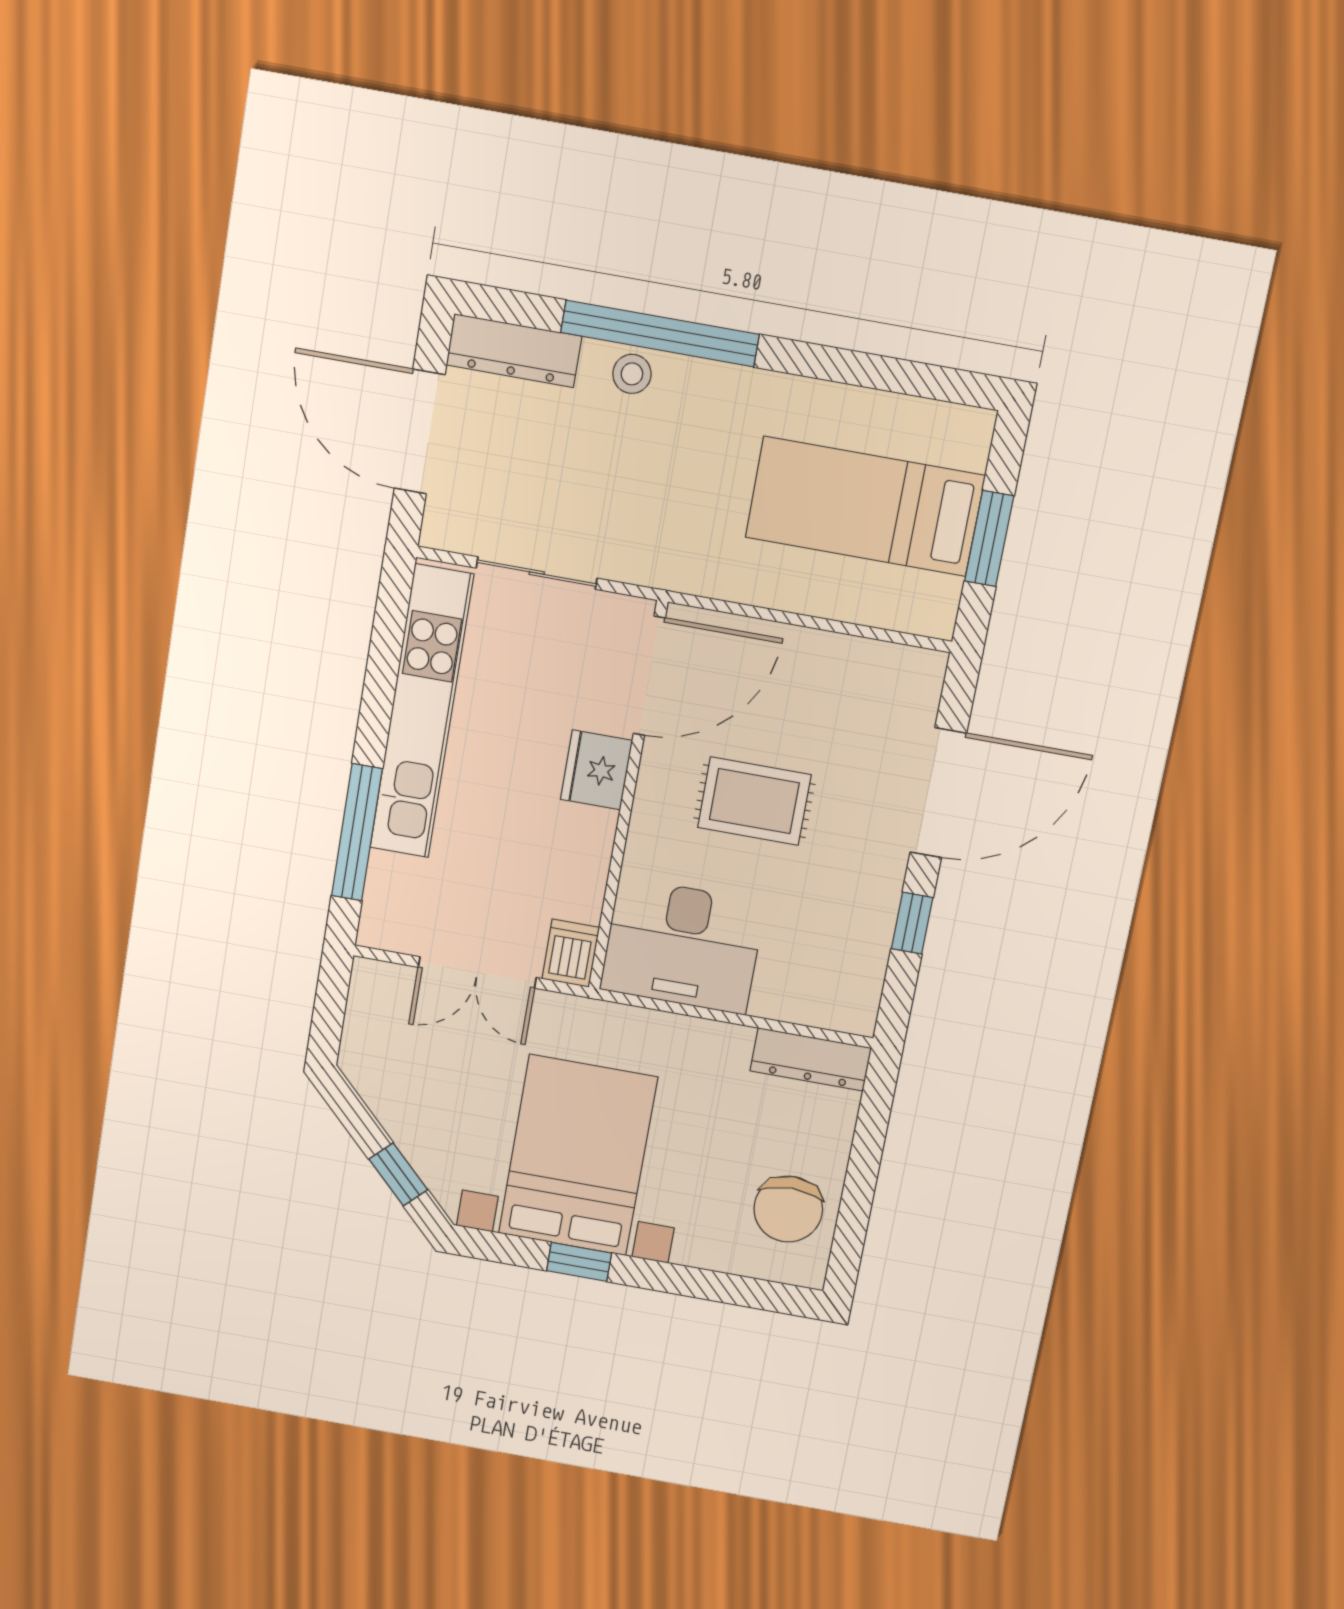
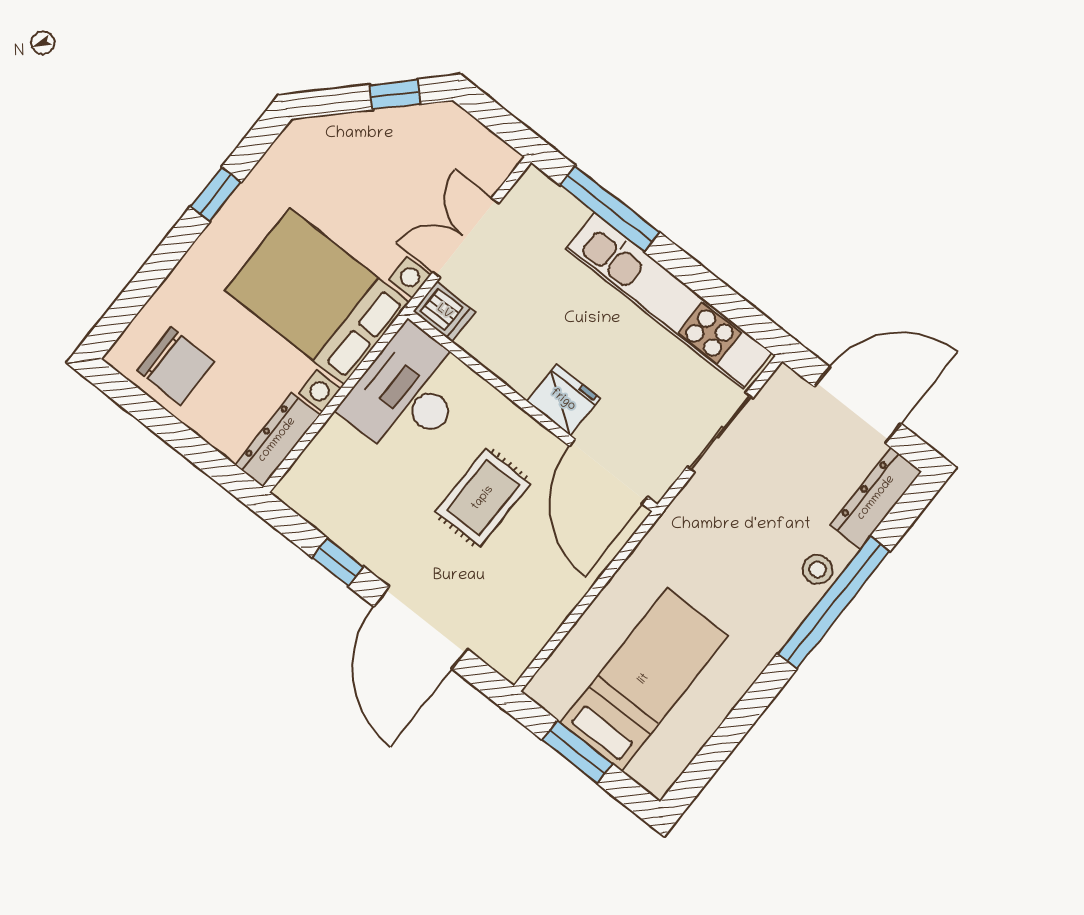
bed with nightstands: (578, 1155) -> (317, 296), moved, turned 180
window: (398, 1174) -> (395, 94), moved
chair: (788, 1209) -> (176, 366), turned 180

